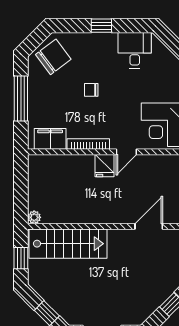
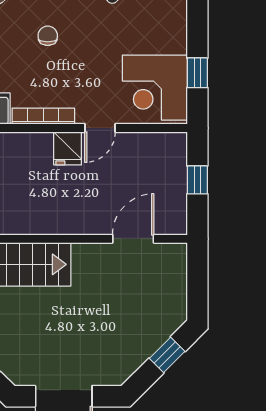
chair: (91, 90) -> (48, 36), turned 90

